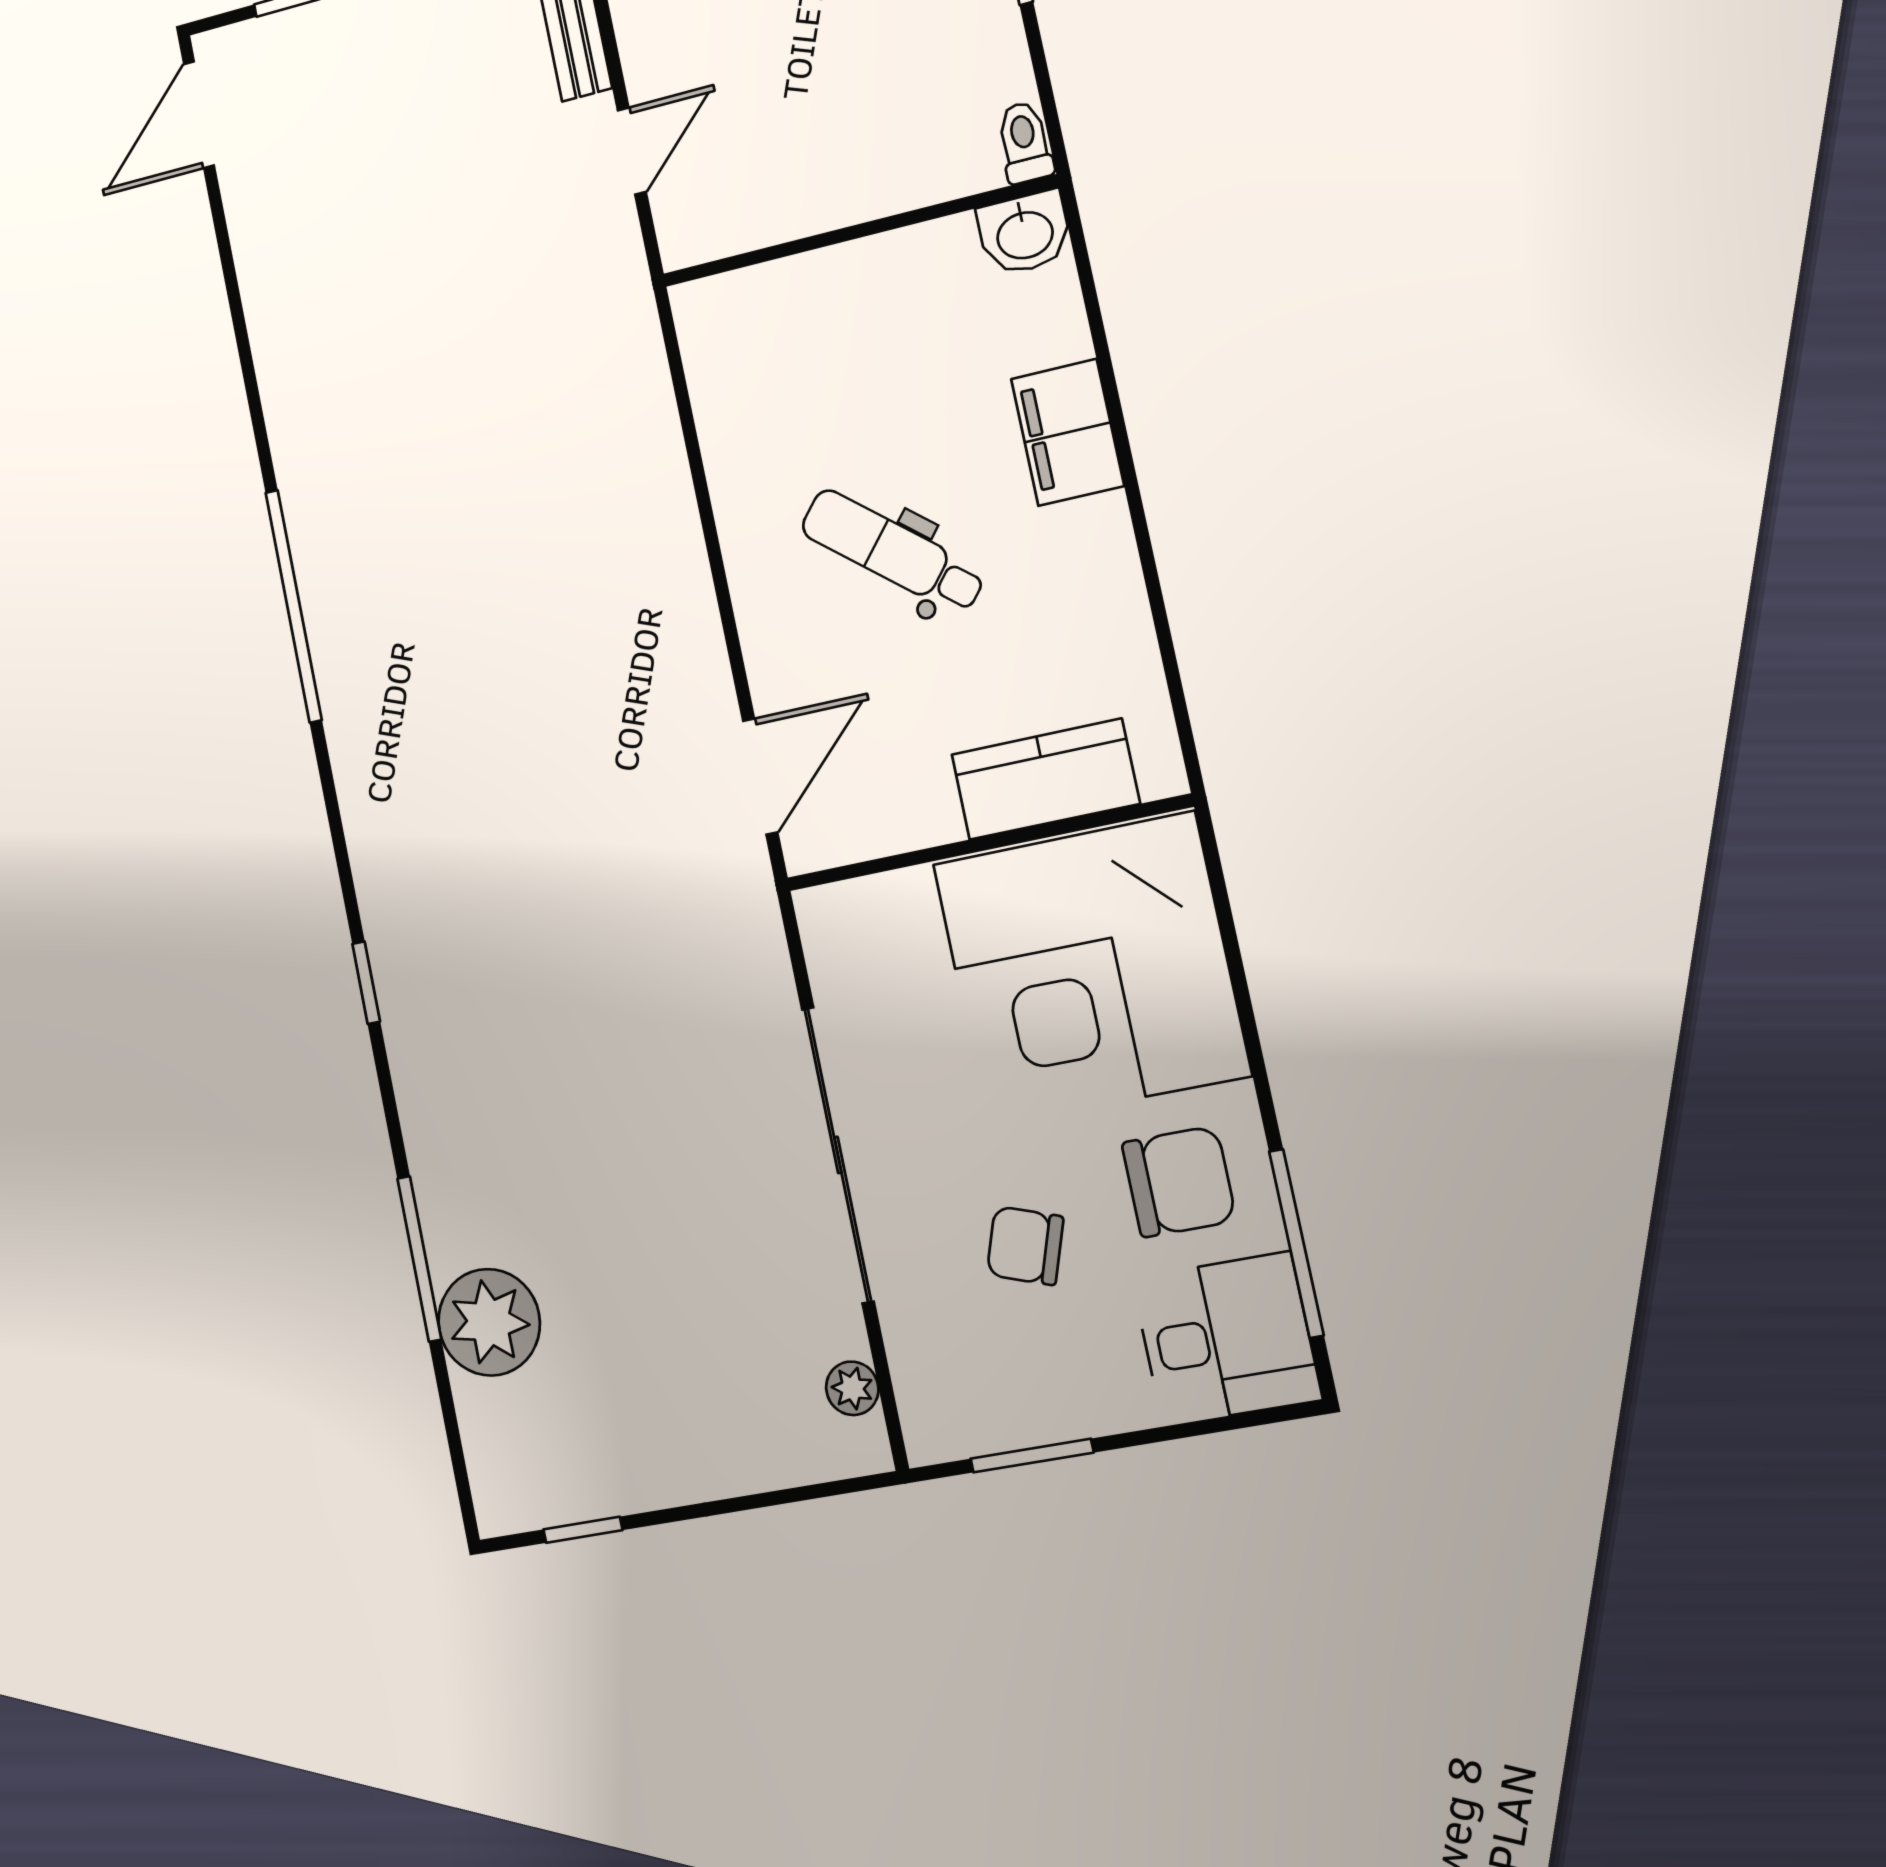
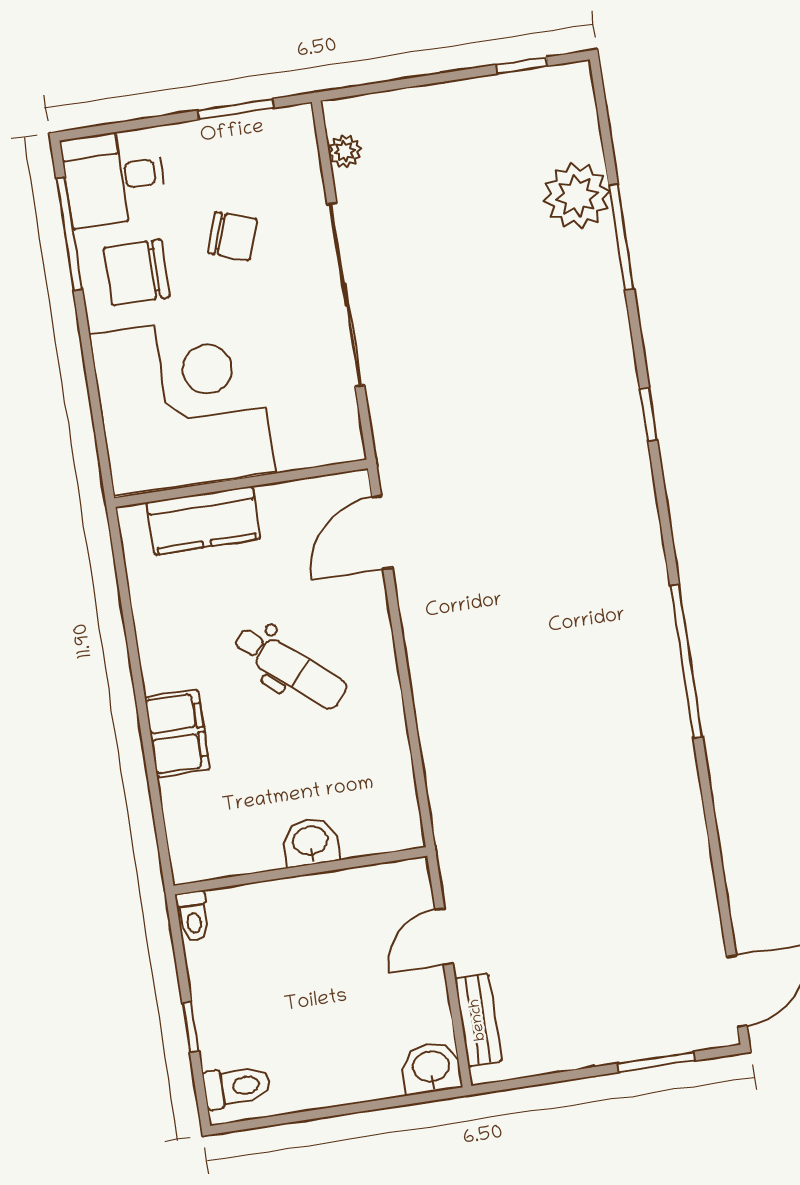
washbasin: (1025, 233) -> (310, 842), moved

